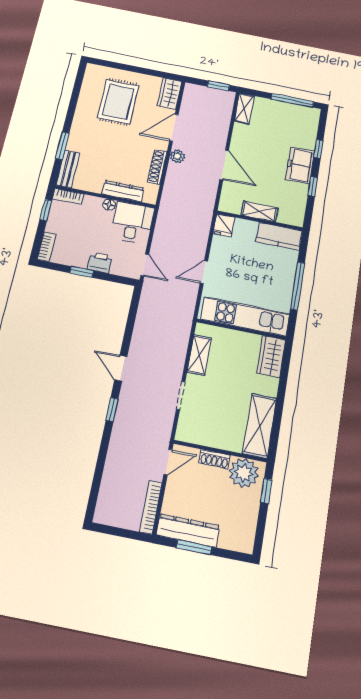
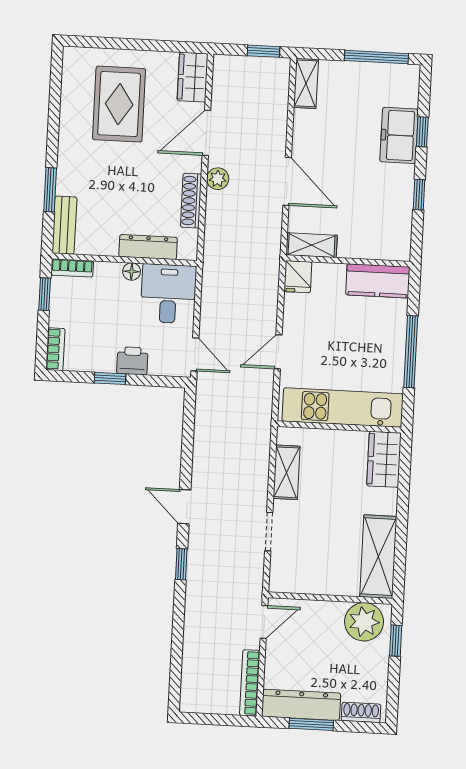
freezer: (300, 165) -> (399, 135), moved
shelving: (259, 212) -> (312, 245), moved
shoe rack: (214, 459) -> (361, 712), moved, turned 180

